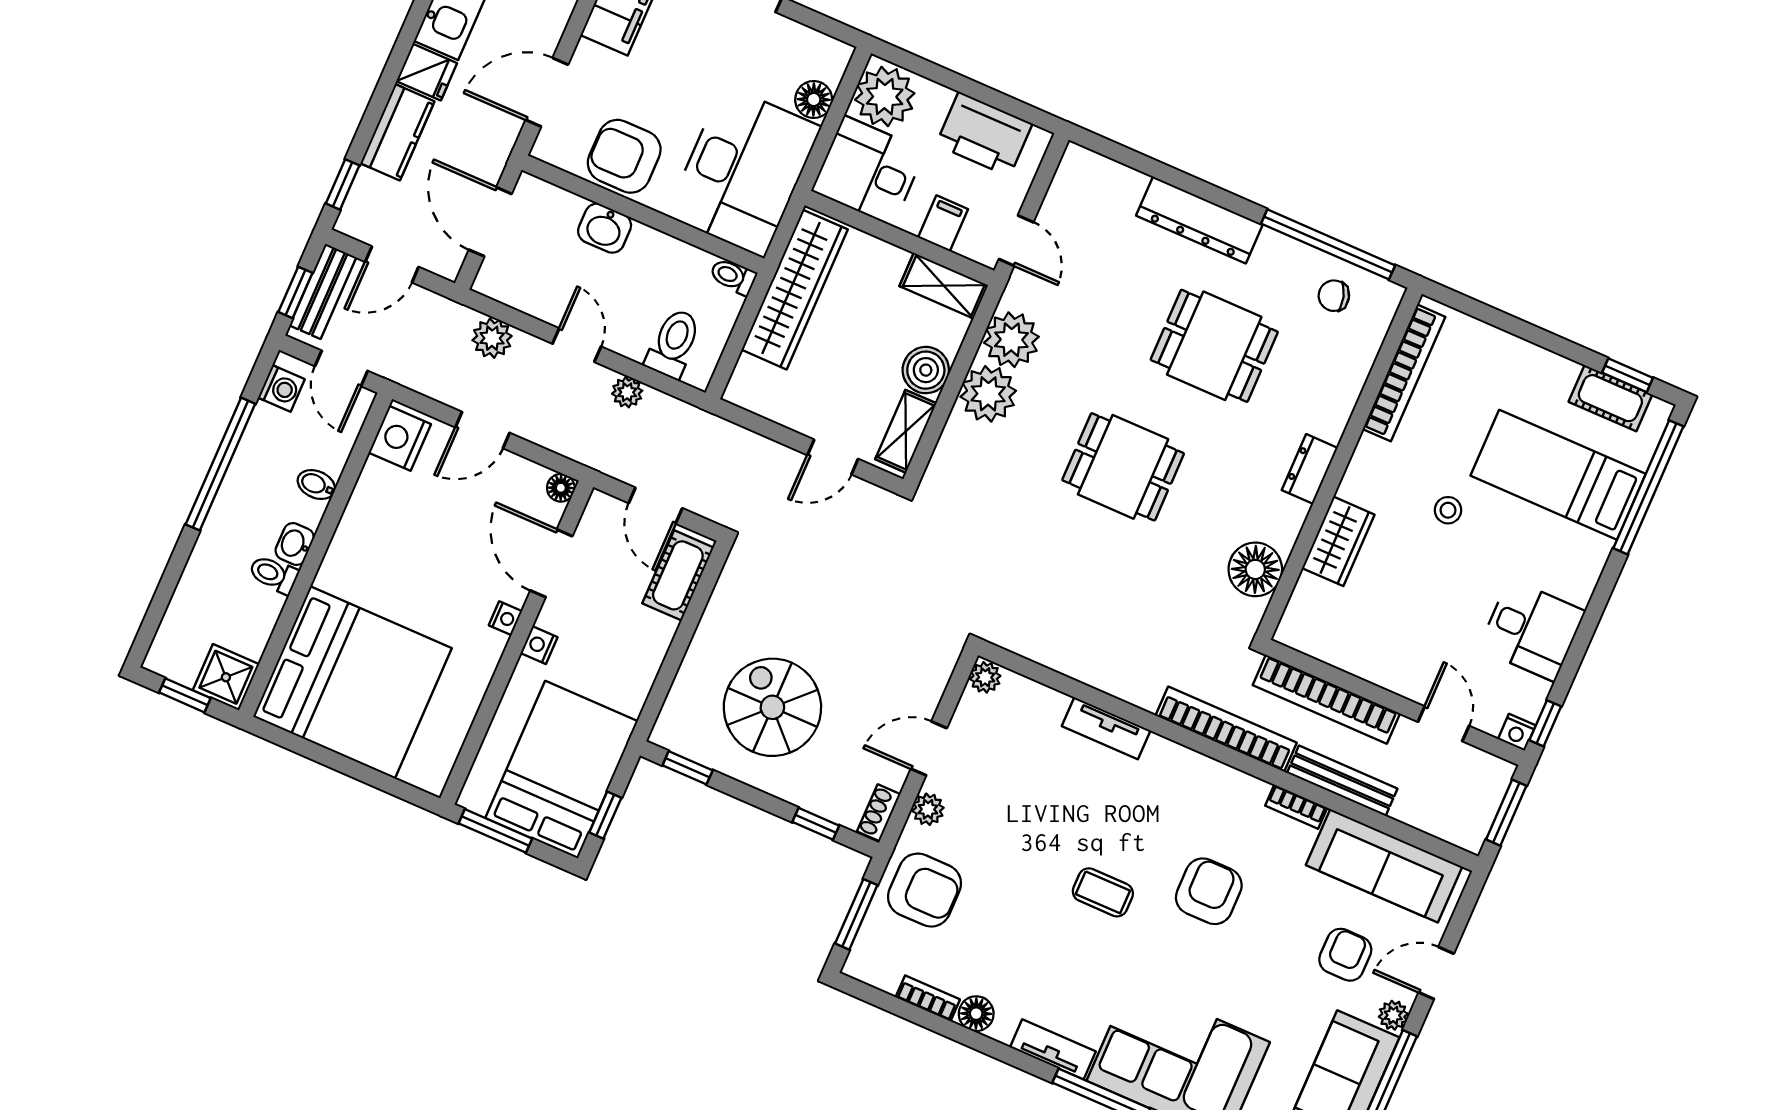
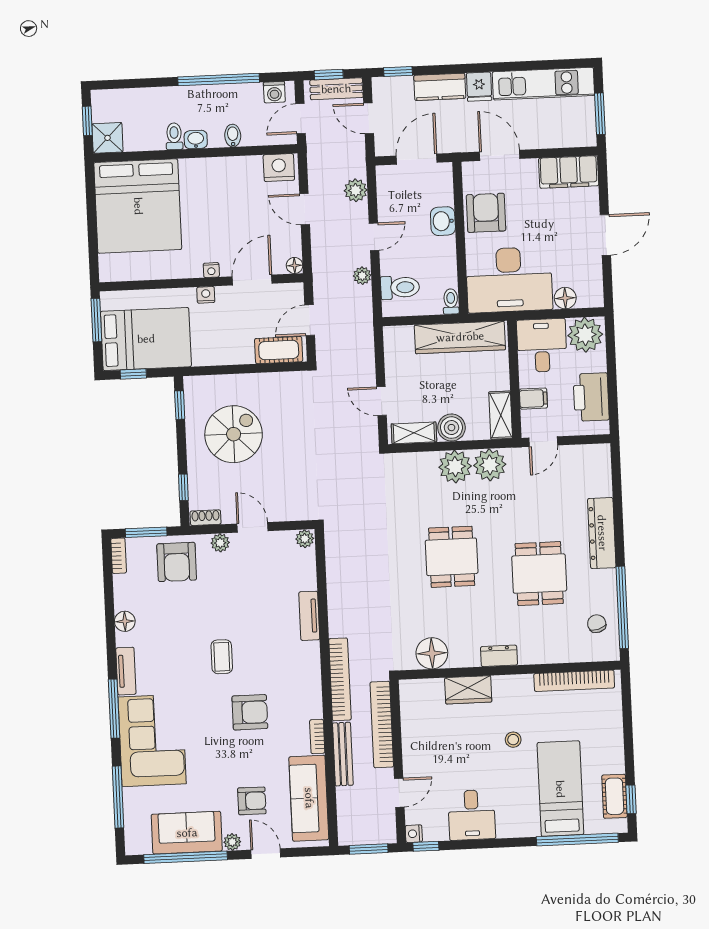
bookcase: (928, 998) -> (119, 556), moved

